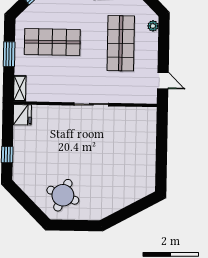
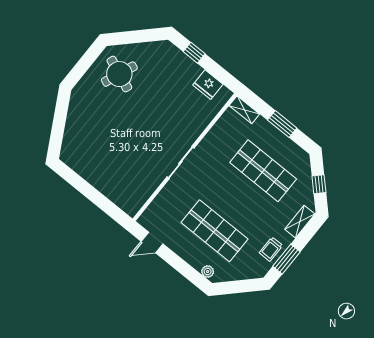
shop shelf: (52, 42) -> (263, 171), turned 90
fridge: (22, 115) -> (208, 85), moved

